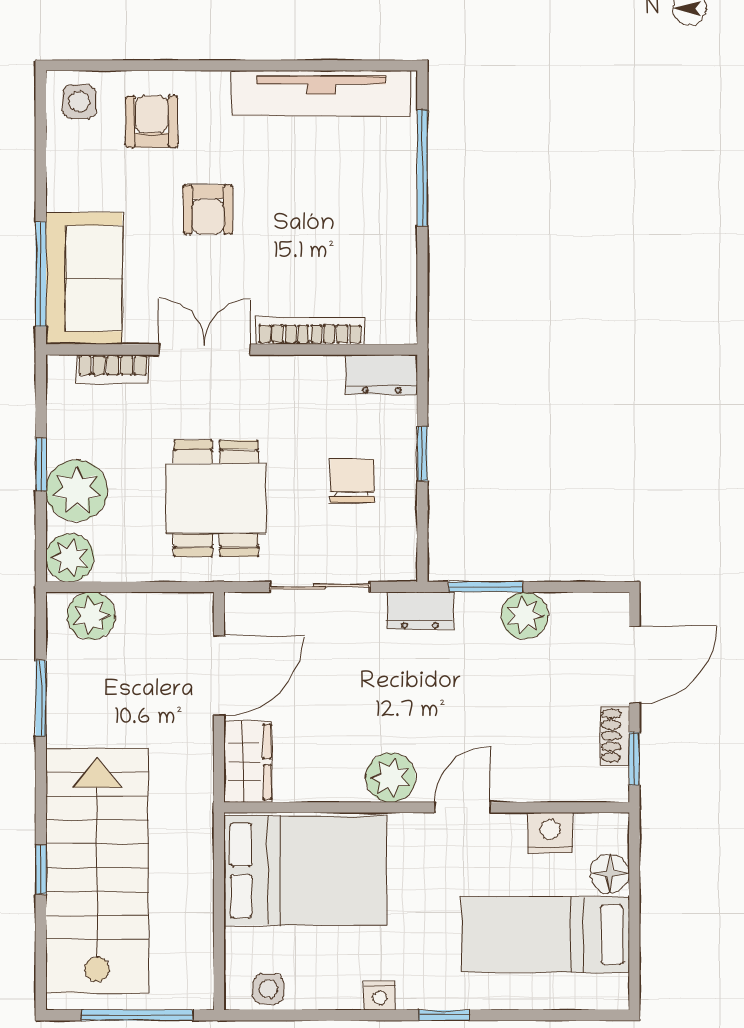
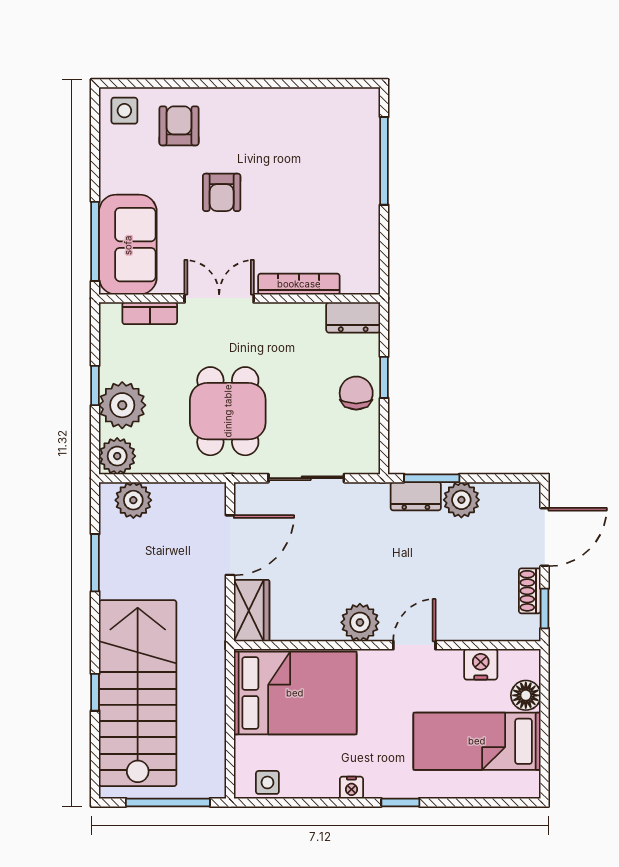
tv unit: (321, 93) -> (307, 105), removed
chair: (352, 481) -> (356, 393), moved
dresser: (420, 611) -> (416, 496), moved

